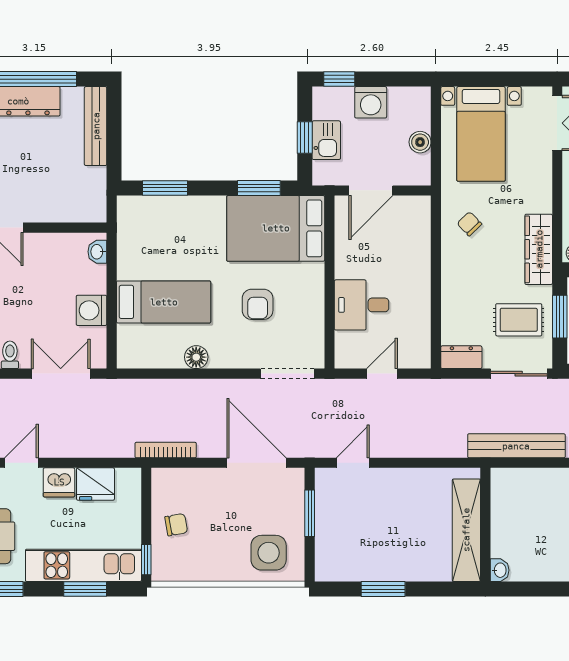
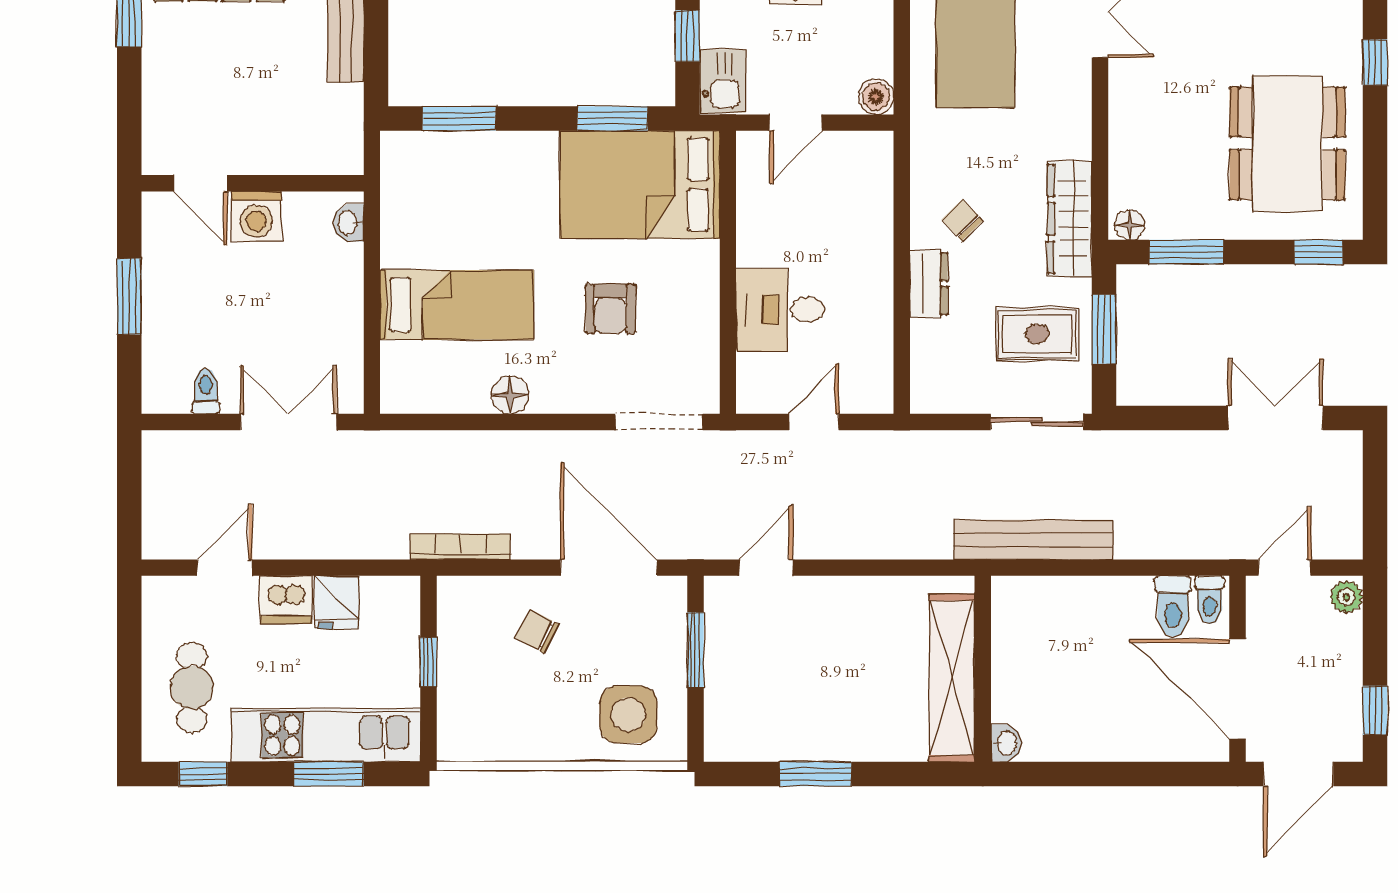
kitchen sink: (326, 140) -> (723, 81), moved
boiler: (420, 142) -> (876, 97), moved
door: (371, 190) -> (796, 123), width x0.73
chair: (469, 224) -> (962, 220), moved
washing machine: (91, 310) -> (256, 216), moved, turned -90
dresser: (461, 357) -> (929, 284), moved, turned 90
fridge: (95, 484) -> (337, 602), width x0.72
chair: (176, 525) -> (537, 631), moved, turned -142
window: (146, 560) -> (429, 662), moved

